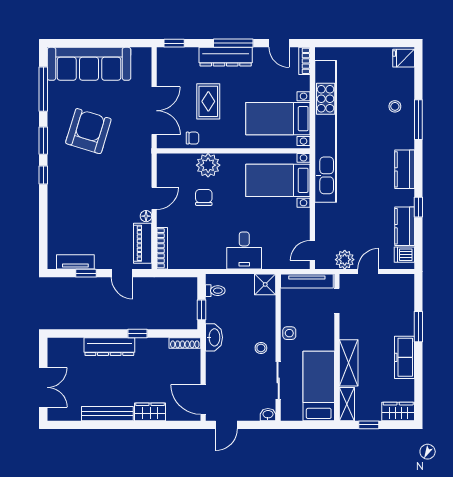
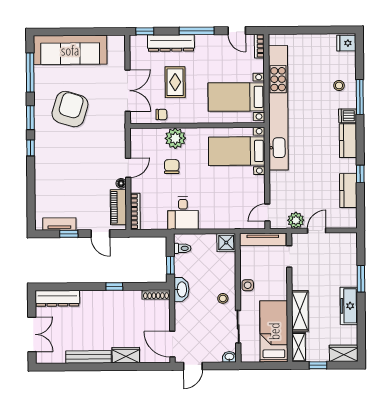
dresser: (226, 57) -> (171, 43), moved
desk: (244, 250) -> (183, 213), moved
dishwasher: (404, 255) -> (348, 116), moved
dresser: (109, 347) -> (57, 298), moved

